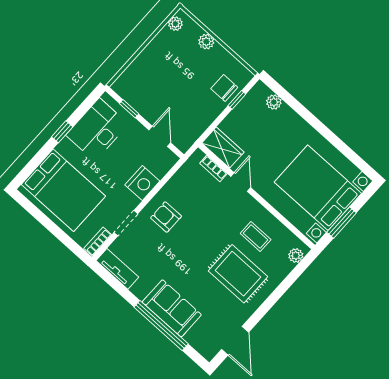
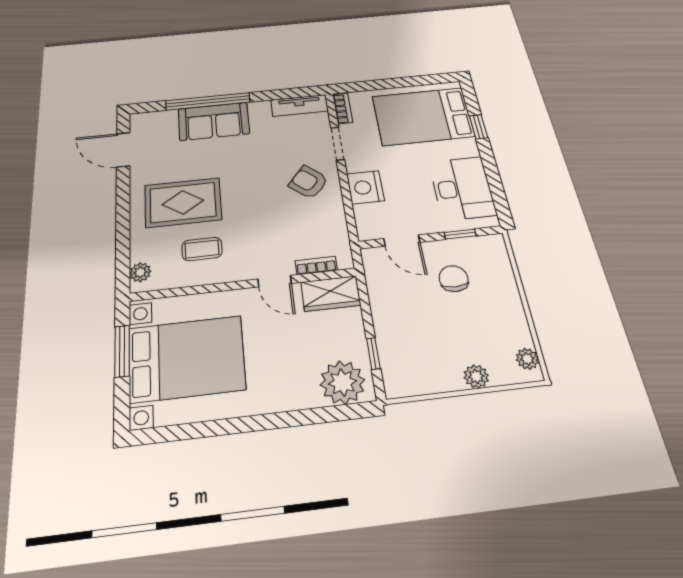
chair: (224, 88) -> (454, 279), moved, turned -90
plant: (274, 102) -> (342, 382), width x1.87, depth x1.87
window: (62, 132) -> (479, 127), moved
armchair: (166, 217) -> (308, 182), turned -140

